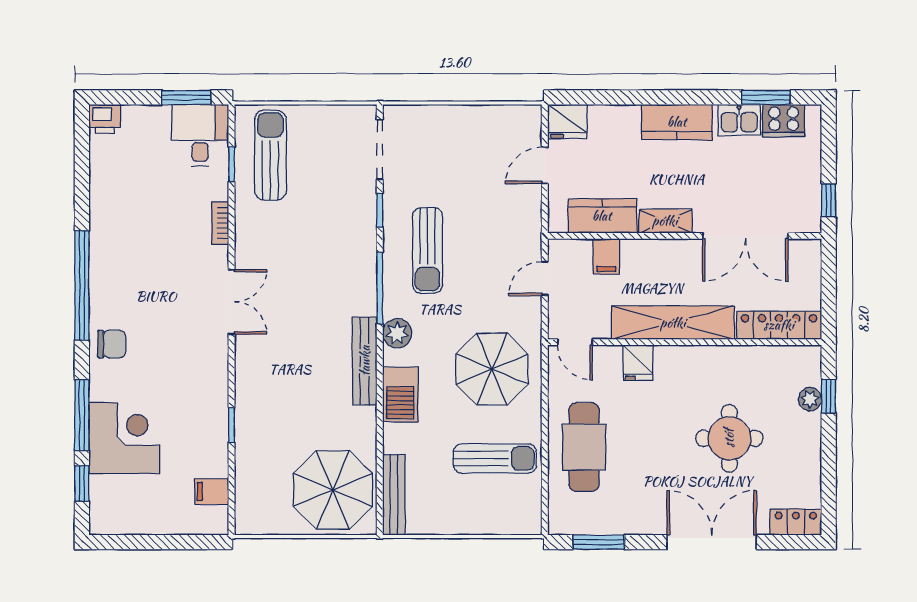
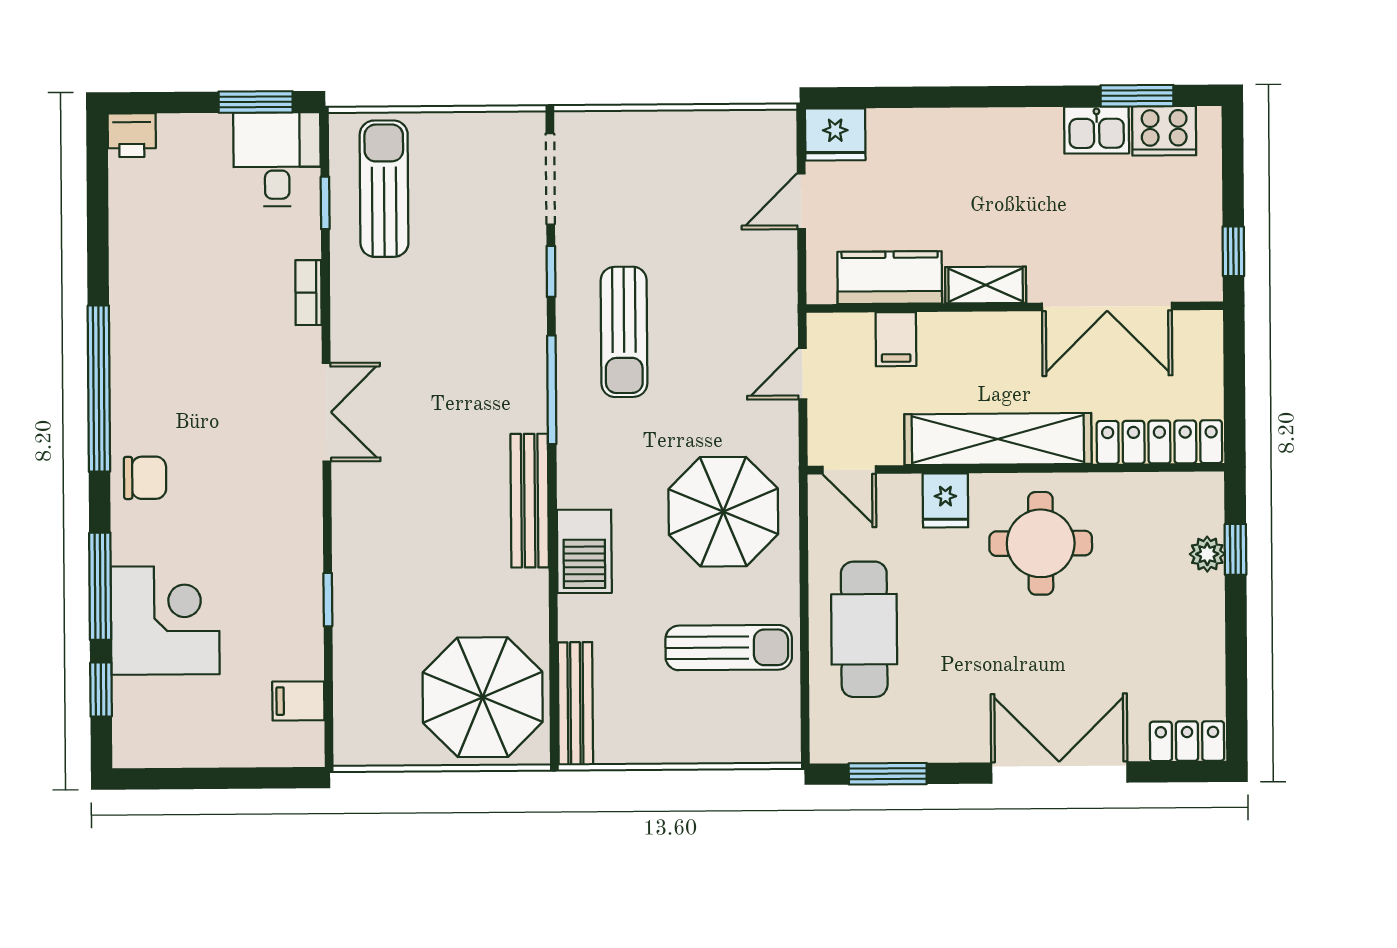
kitchen counter: (677, 122) -> (1002, 134), removed
plant: (397, 333) -> (579, 458), removed
round table: (729, 438) -> (1041, 543), moved

